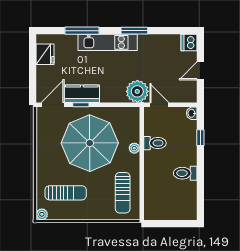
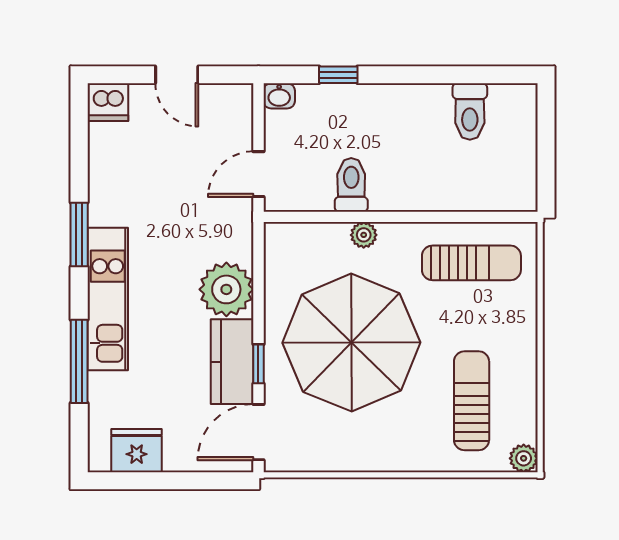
plant: (137, 91) -> (226, 289), moved
door: (53, 105) -> (258, 432), hinge flipped
toilet: (185, 173) -> (470, 112), moved

